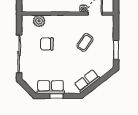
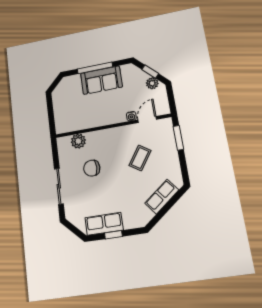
window: (116, 50) -> (178, 138), moved
sliding door: (19, 54) -> (59, 186), width x0.73
row of seats: (87, 81) -> (162, 197), moved

